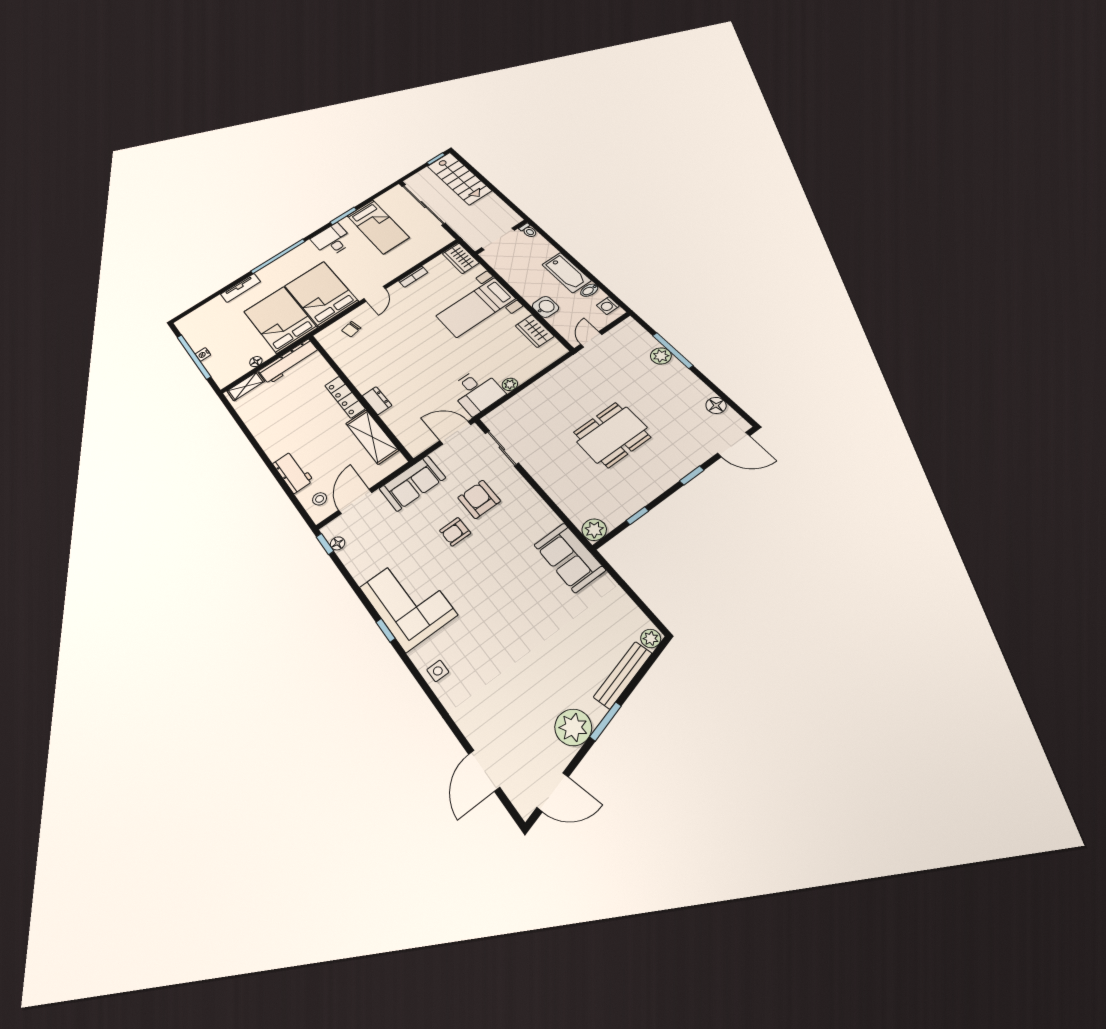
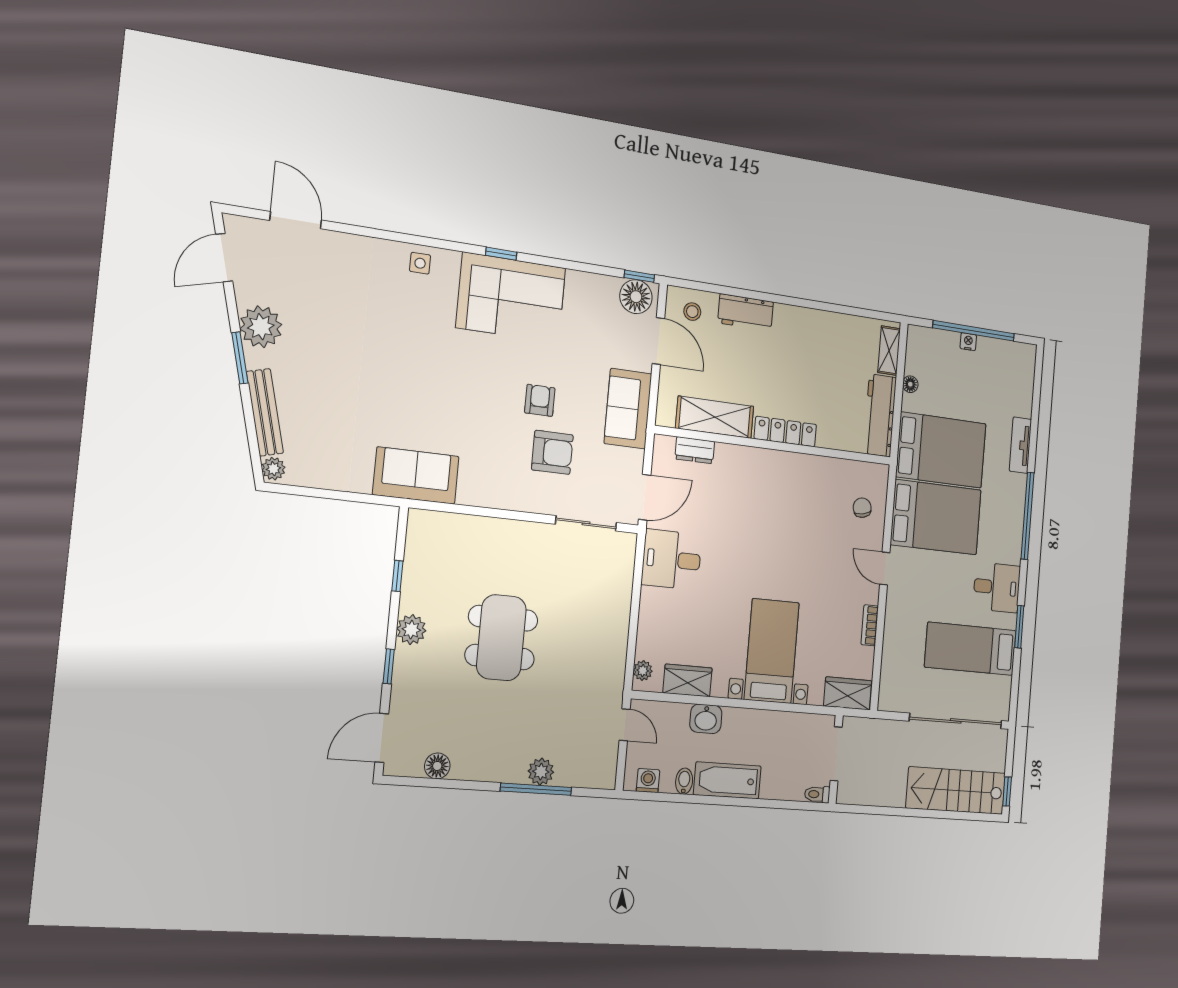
plant: (510, 384) -> (643, 671), moved
dresser: (377, 401) -> (695, 450), moved
plant: (594, 530) -> (411, 630), moved
floor lamp: (338, 543) -> (636, 297), width x1.89, depth x1.89

